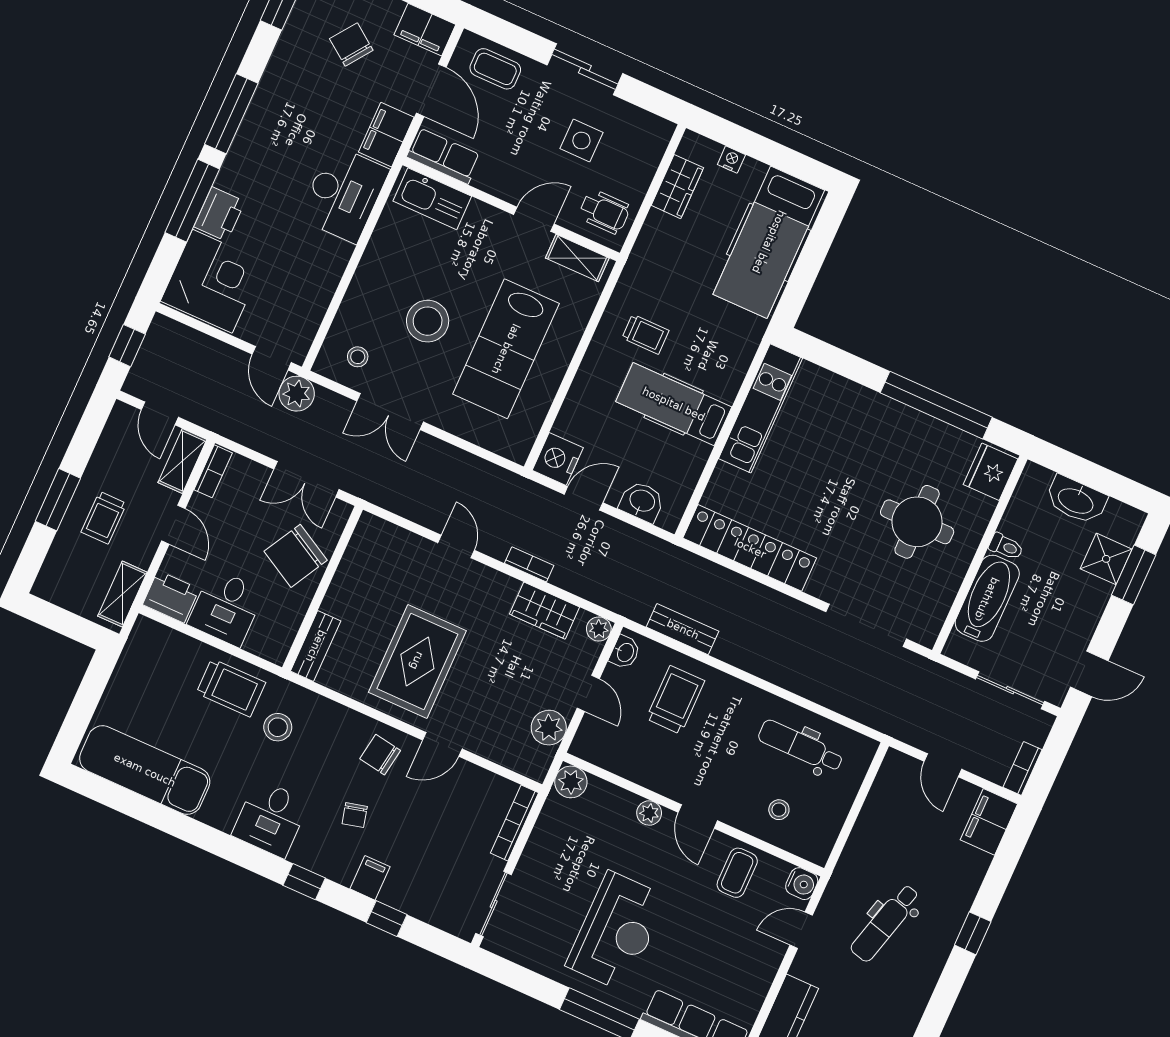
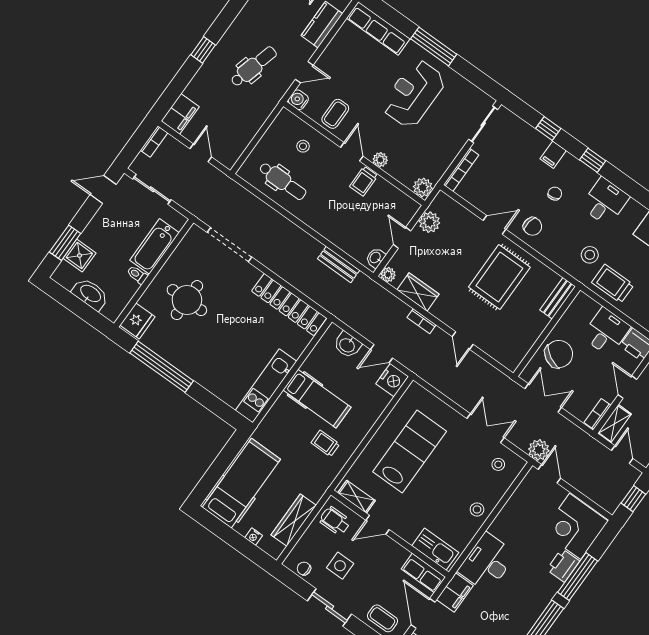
chair: (639, 124) -> (304, 569), added
wardrobe: (677, 187) -> (294, 520), width x1.50
stool: (428, 321) -> (477, 509), moved, width x0.53, depth x0.53
trolley: (675, 700) -> (364, 181), moved, width x0.73, depth x0.72

